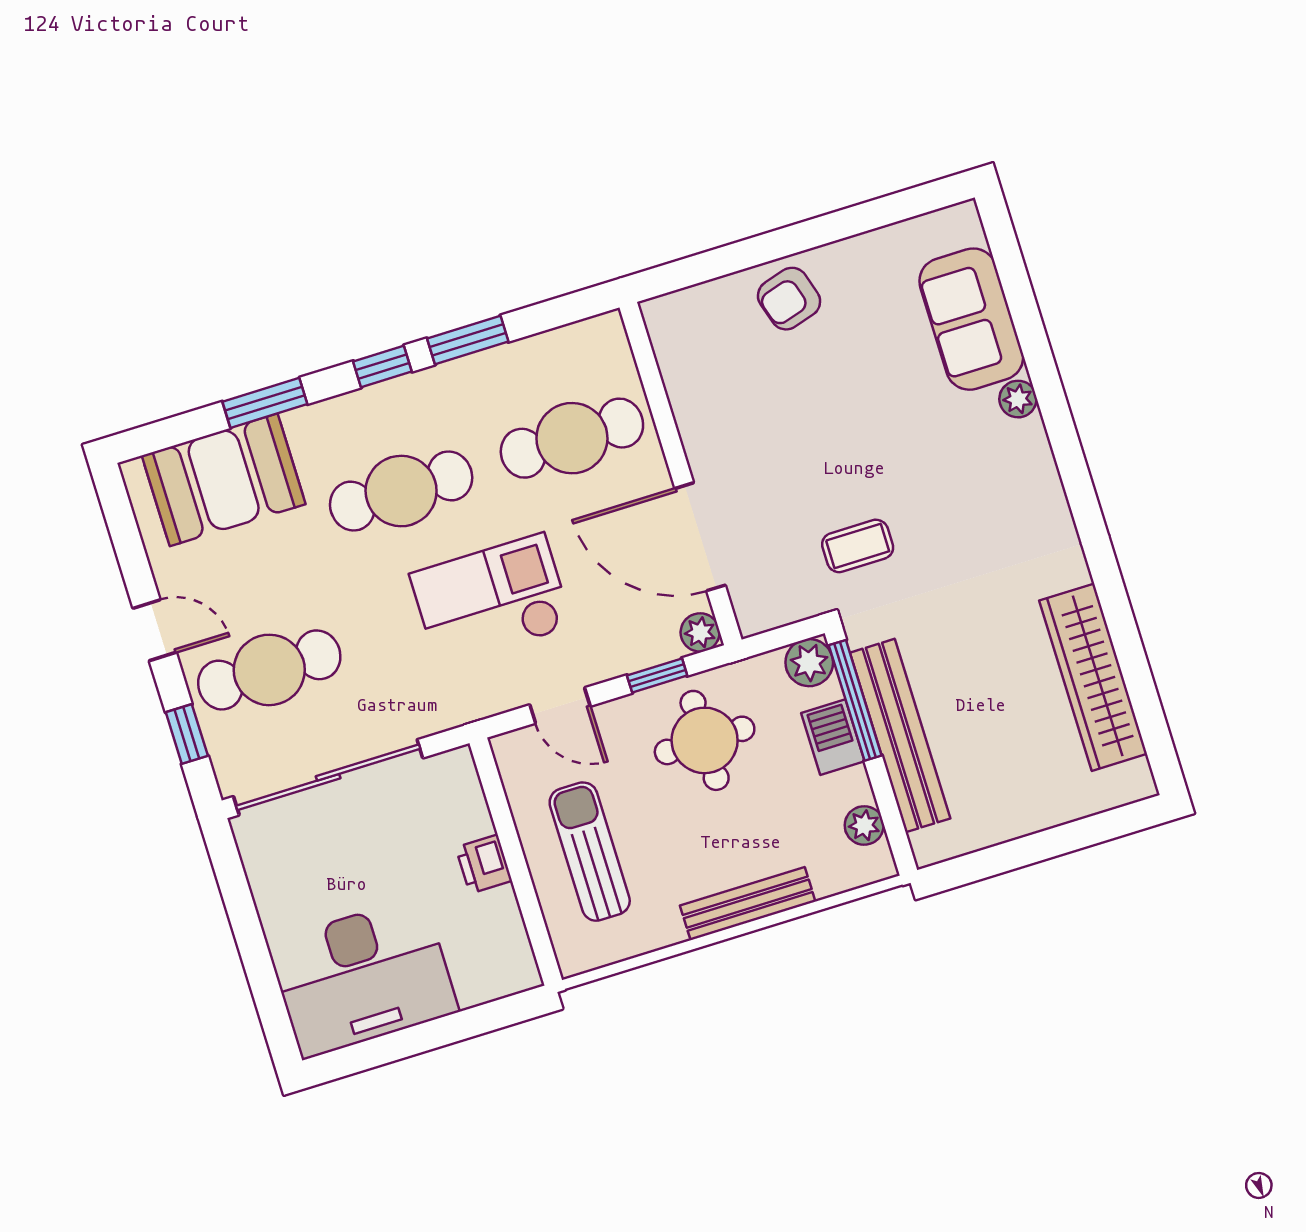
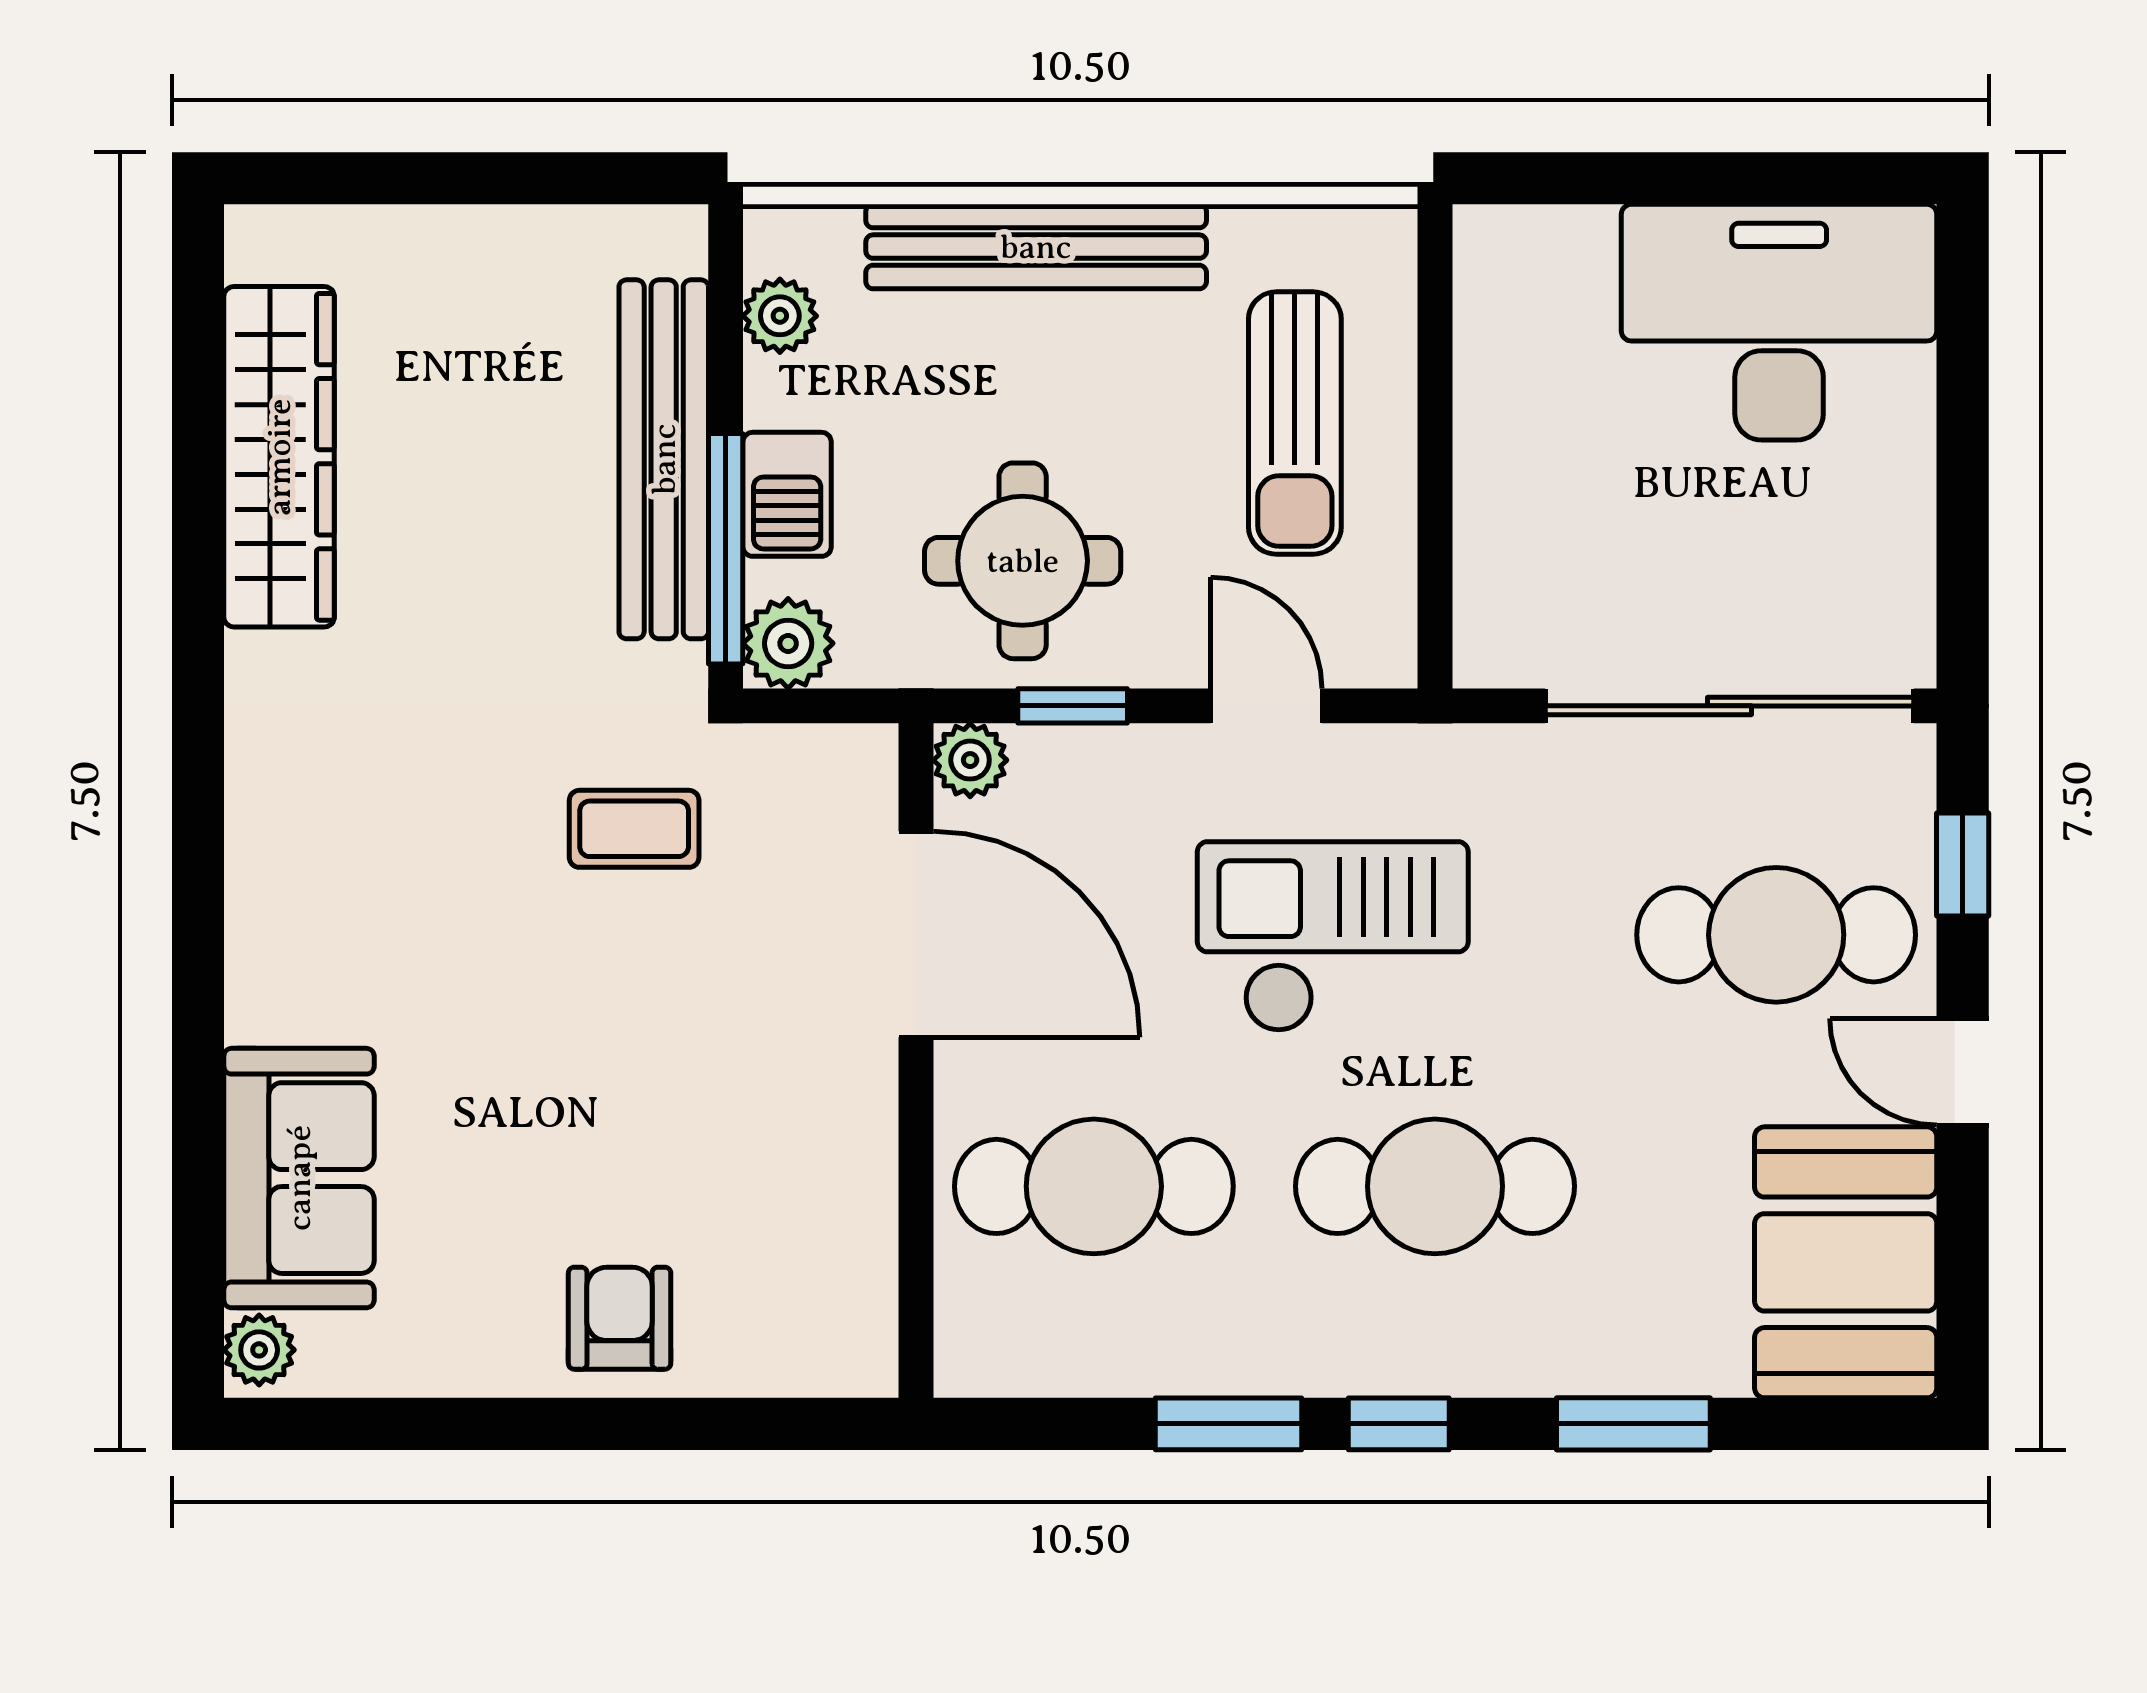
armchair: (789, 299) -> (620, 1318), turned -73
plant: (1018, 399) -> (259, 1350), moved
booth: (224, 480) -> (1846, 1262), moved, turned 90
checkout: (491, 600) -> (1333, 937), turned 180
printer: (484, 864) -> (1495, 460), removed
bench: (748, 904) -> (1036, 247), width x1.37, depth x1.21

